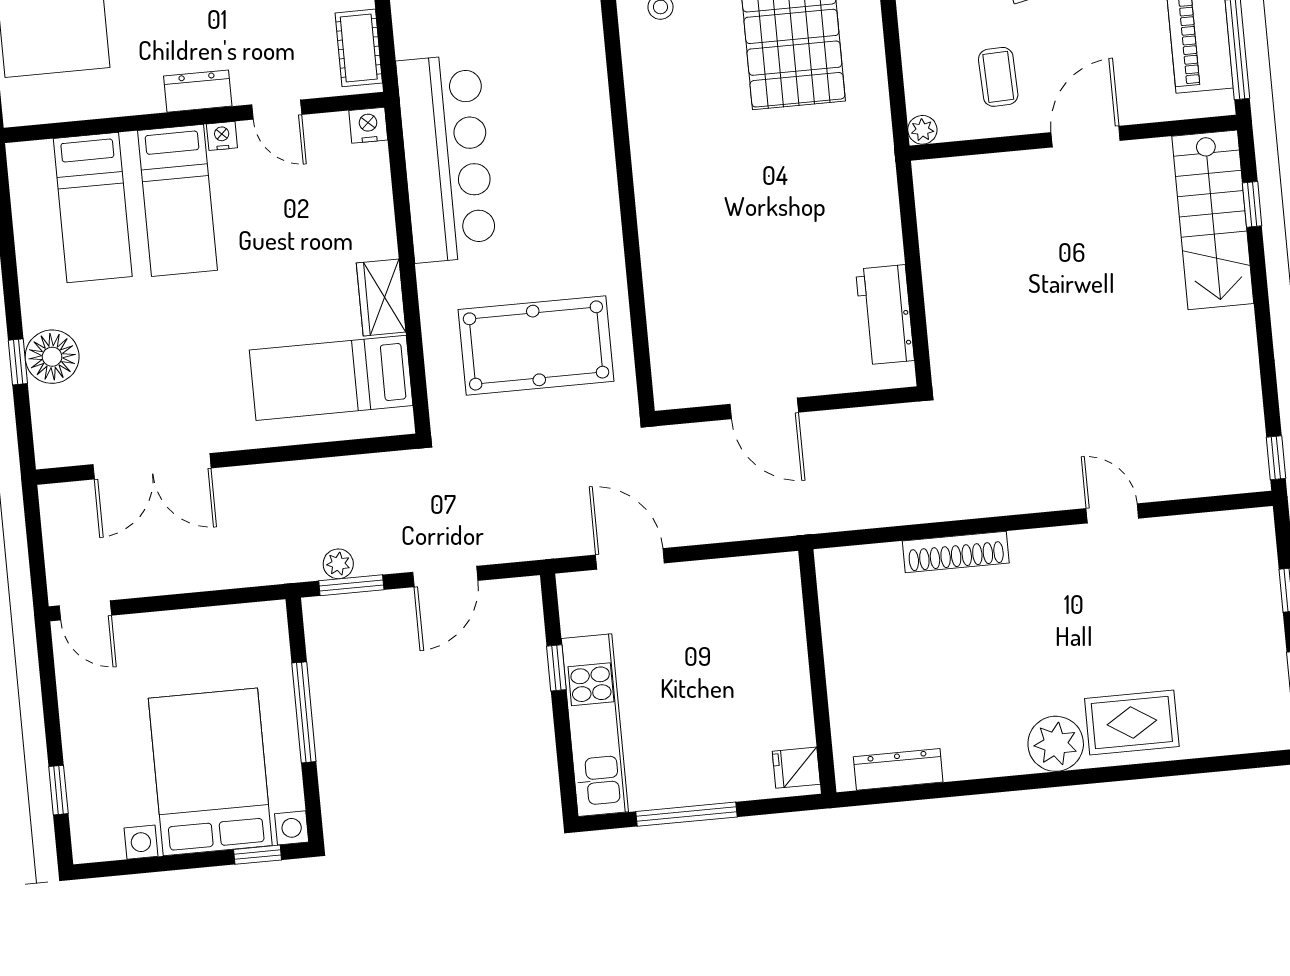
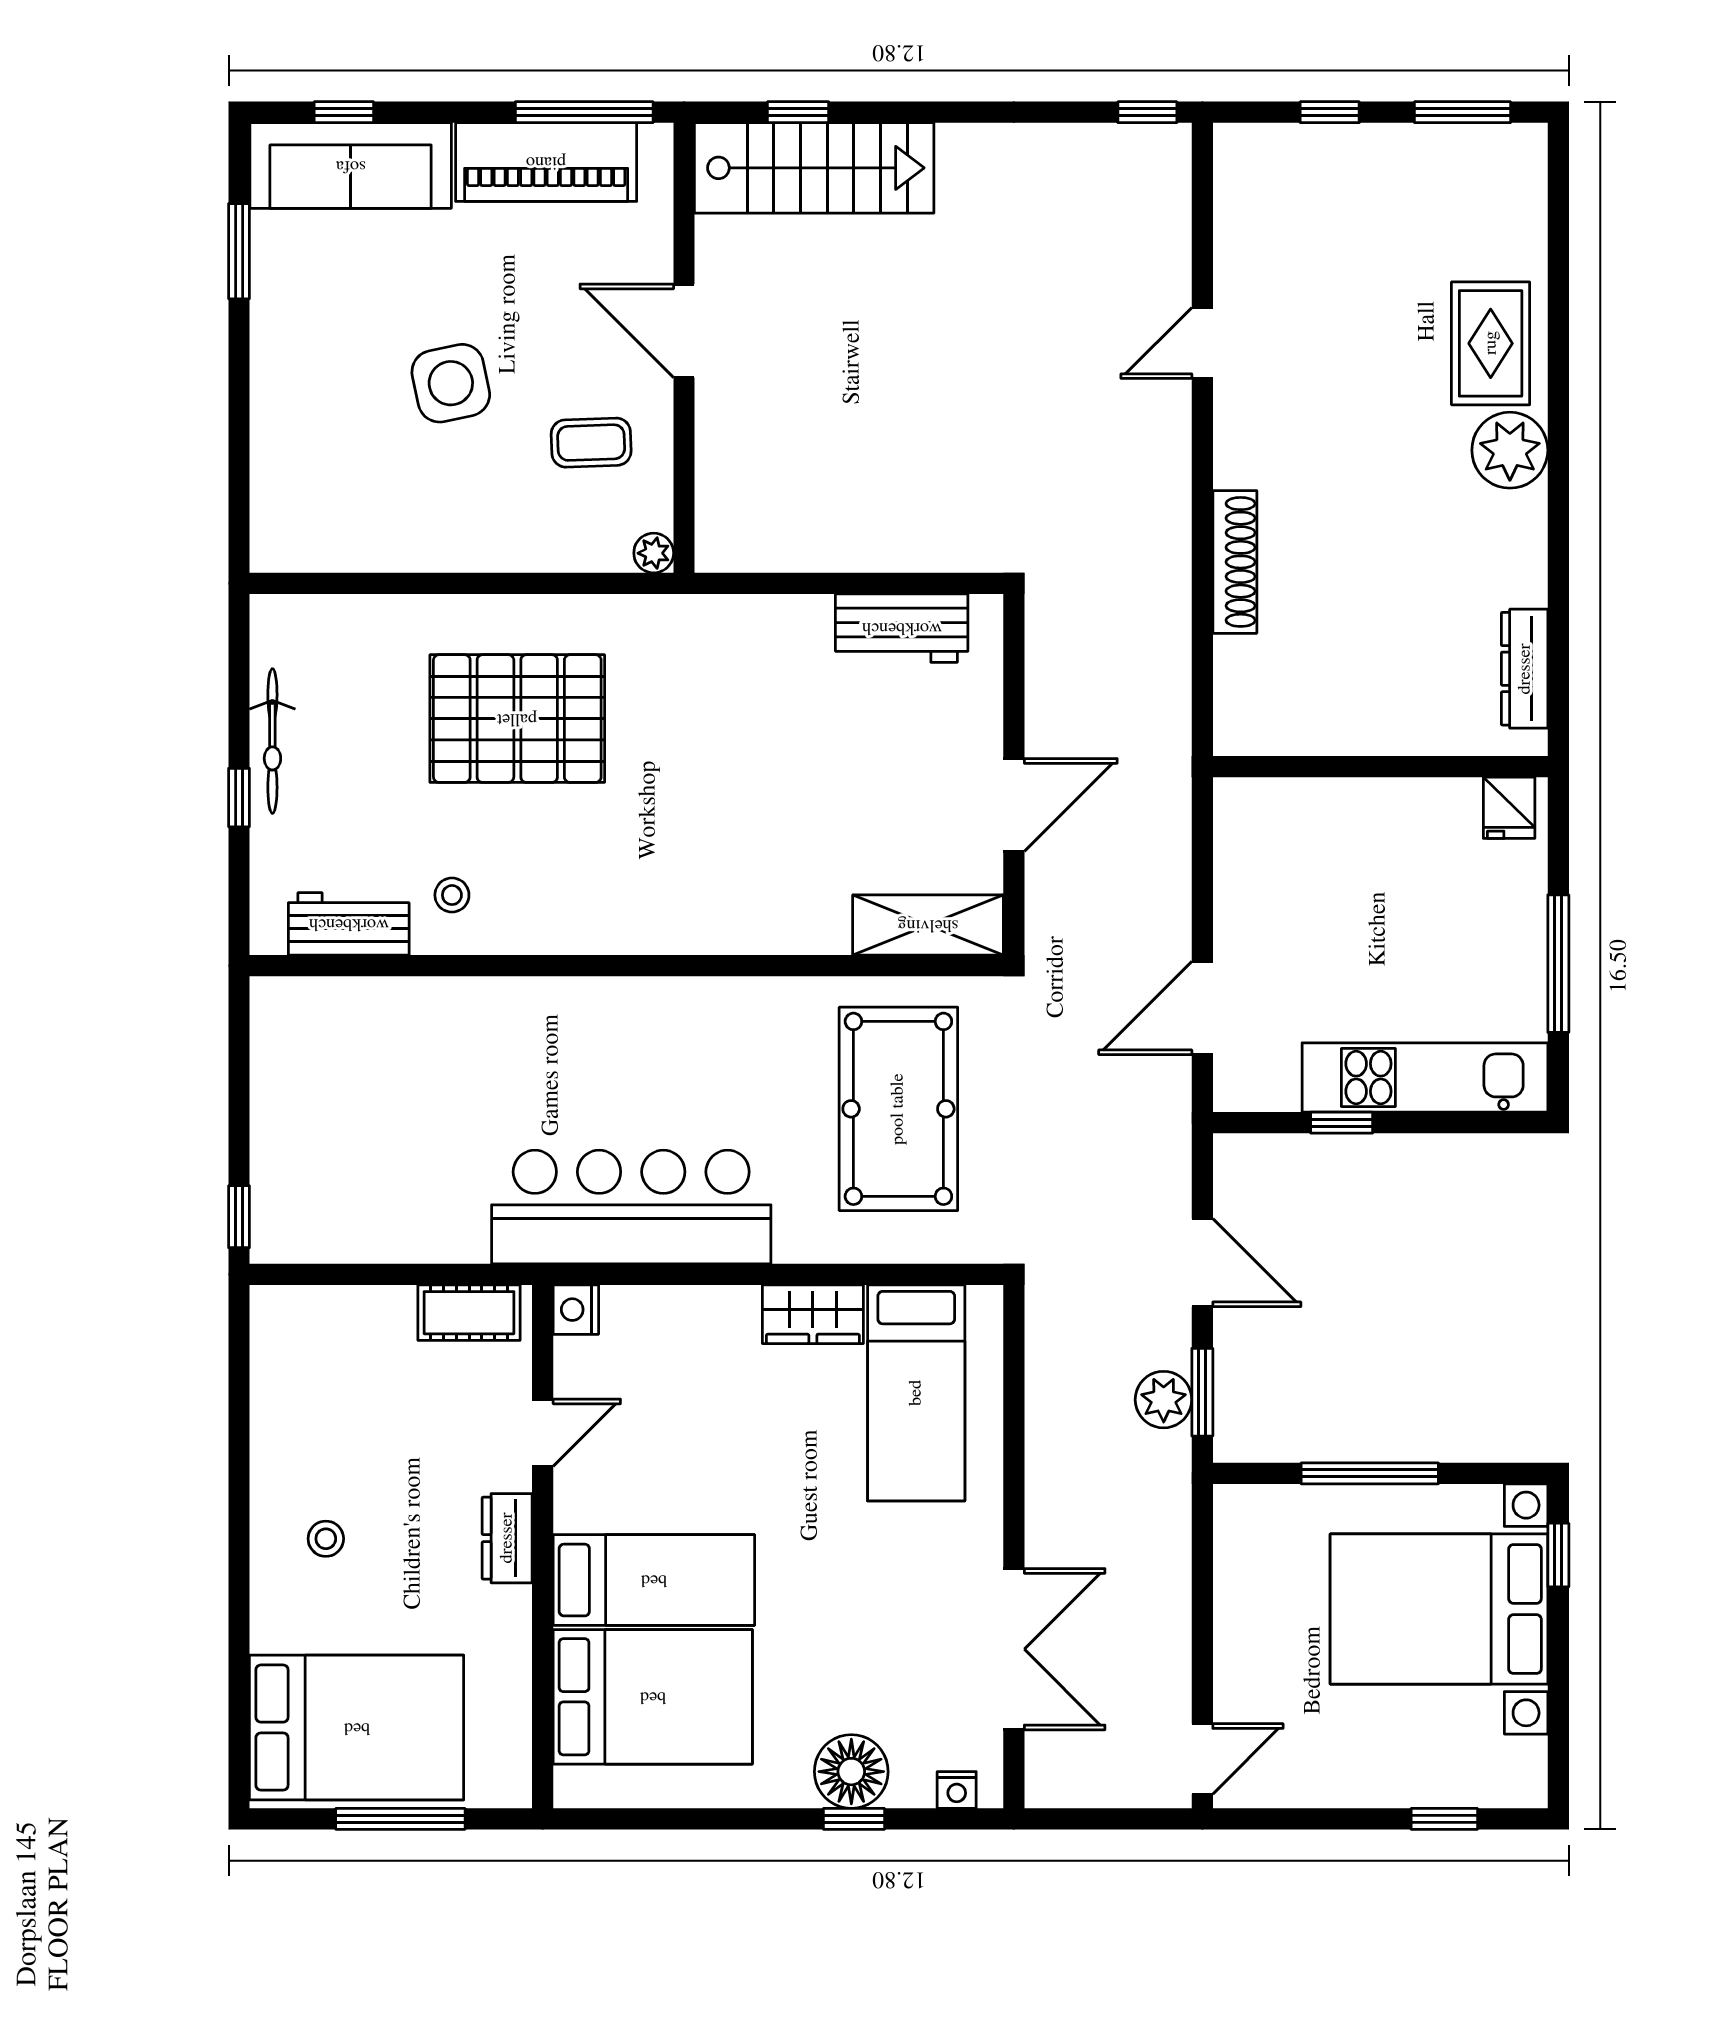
nightstand: (222, 136) -> (957, 1790), moved, turned -90
bed: (93, 208) -> (653, 1697), width x1.50
shelving: (671, 354) -> (928, 925), added
plant: (338, 564) -> (1164, 1400), width x1.38, depth x1.38

